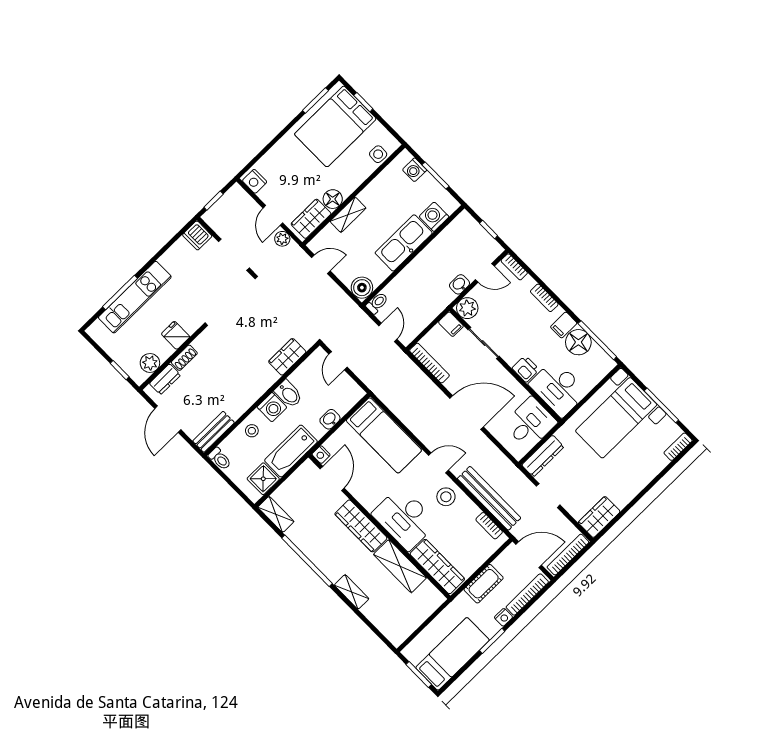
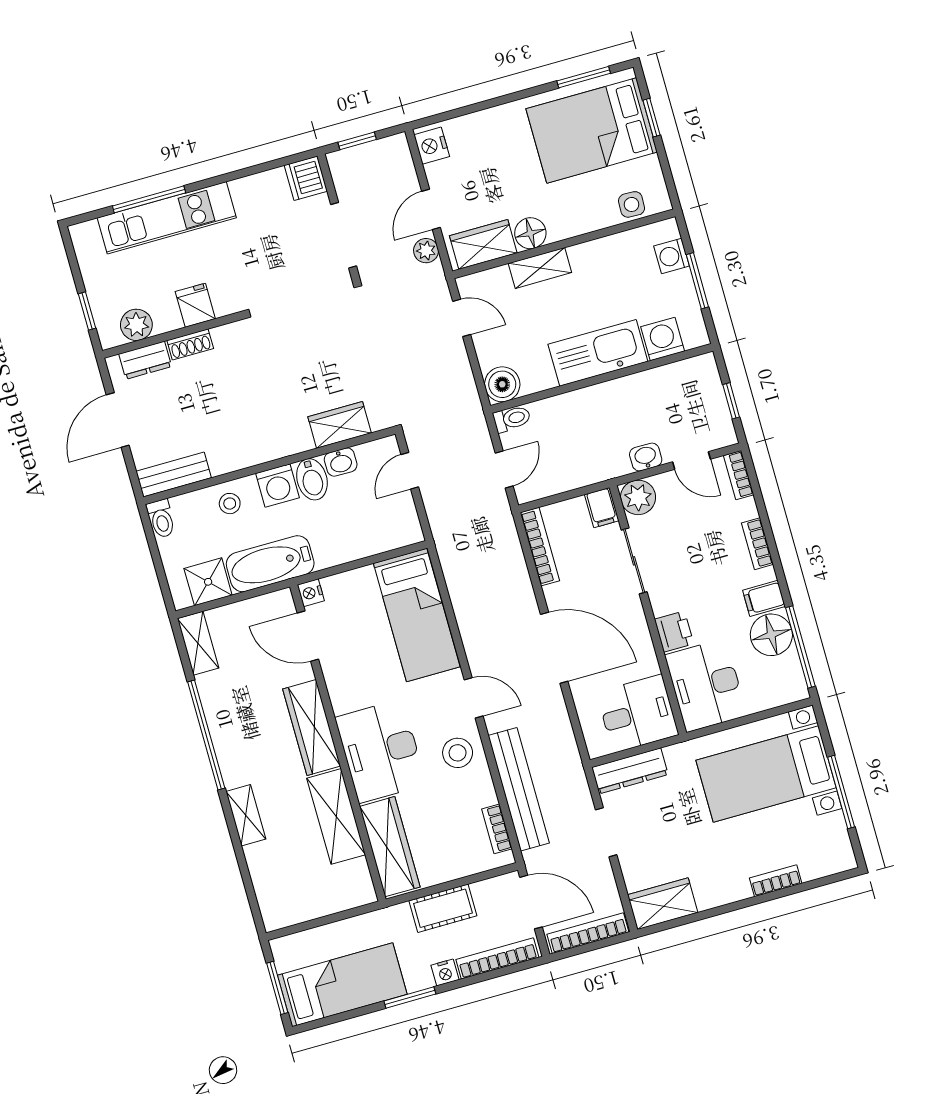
washbasin: (330, 419) -> (341, 462), moved, turned 180
bookcase: (678, 447) -> (776, 881), moved
door: (332, 478) -> (308, 636), swing flipped

